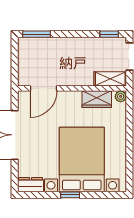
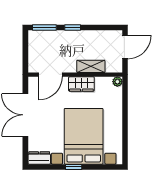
window: (109, 34) -> (73, 27), moved
shelving: (110, 79) -> (91, 66), moved
wardrobe: (97, 99) -> (81, 84), moved

